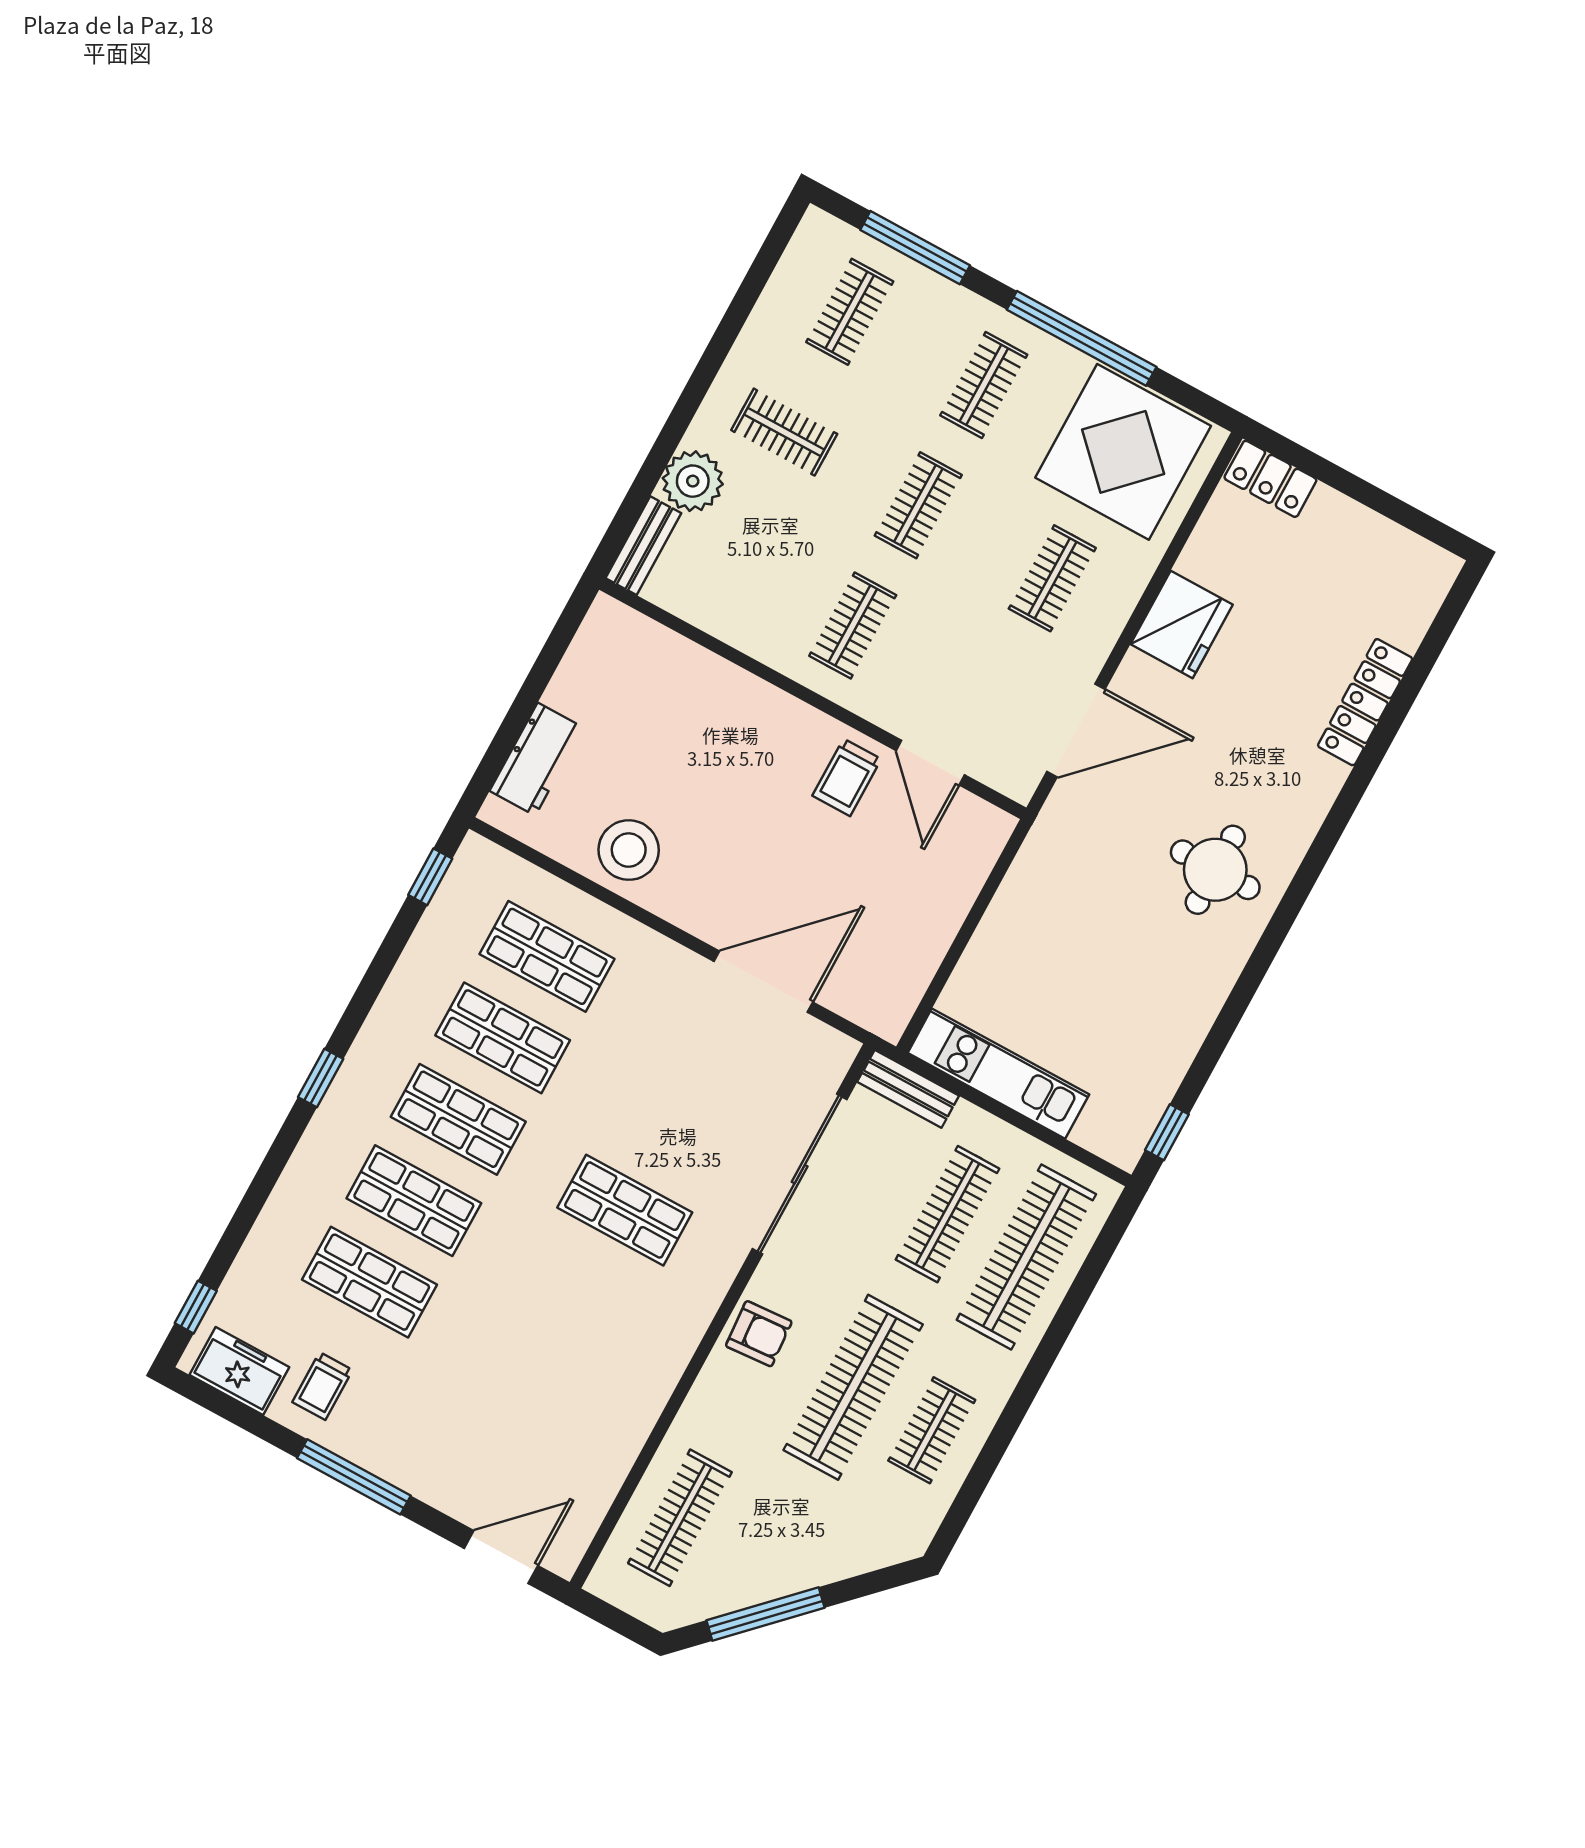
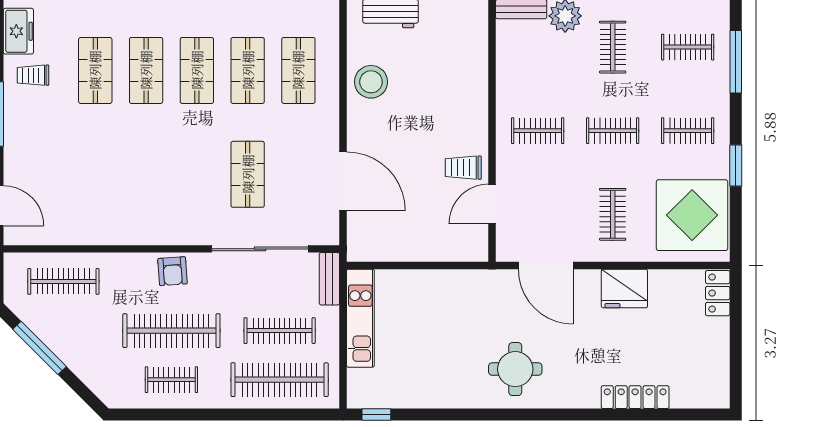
window: (1082, 338) -> (736, 165), width x0.47
clothes rail: (1052, 578) -> (613, 214), turned 90
shop shelf: (625, 1210) -> (248, 174), moved

